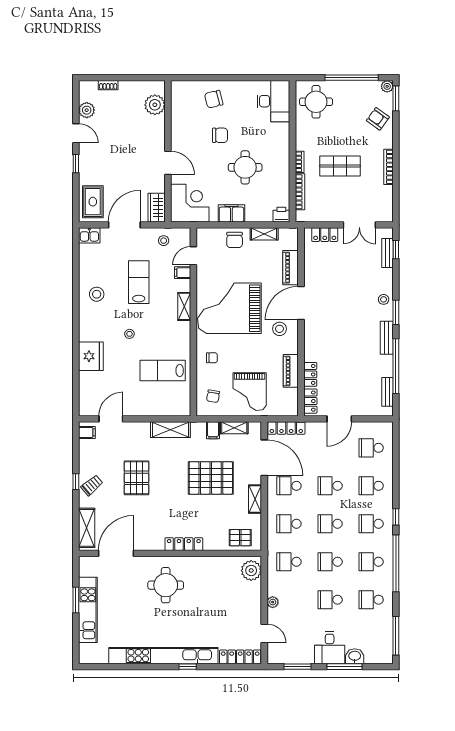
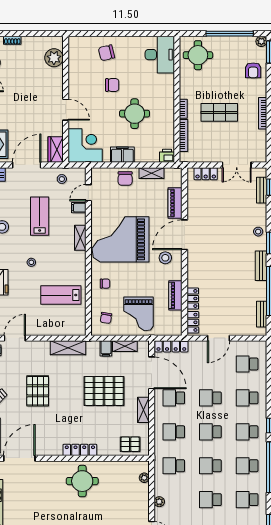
armchair: (378, 119) -> (253, 70), turned -126
plant: (251, 570) -> (144, 478), width x0.53, depth x0.53
round table: (166, 585) -> (82, 481), moved

